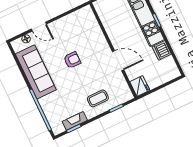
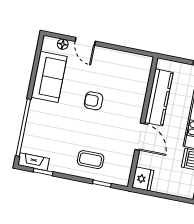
kitchen counter: (112, 27) -> (159, 97), added
armchair: (72, 60) -> (94, 101), turned 180
sofa: (36, 72) -> (49, 77), width x0.73
fireplace: (75, 121) -> (34, 162), moved

